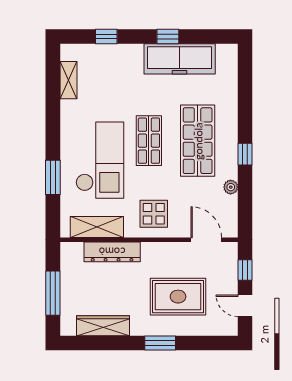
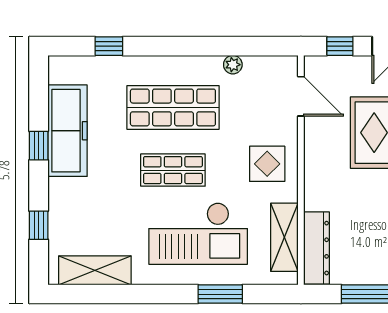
shelving: (68, 80) -> (95, 270), width x1.50, depth x1.33
window: (245, 154) -> (109, 46), moved
checkout: (100, 160) -> (198, 234), turned 180
door: (206, 240) -> (301, 96), swing flipped
dresser: (112, 252) -> (317, 248), moved

